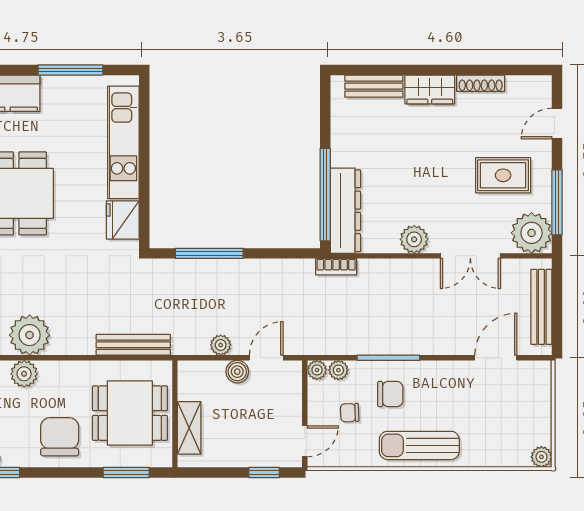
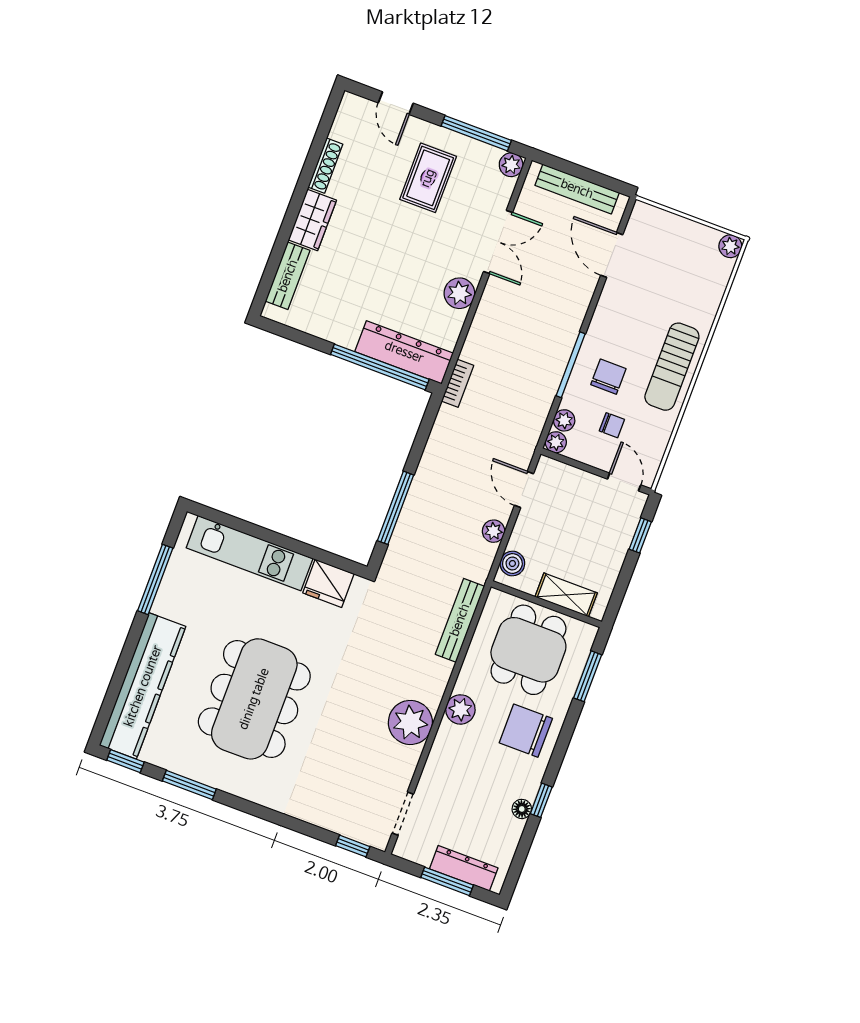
plant: (532, 233) -> (511, 165), width x0.53, depth x0.53
boiler: (237, 372) -> (512, 563), moved
plant: (24, 374) -> (460, 709), moved
chair: (350, 413) -> (612, 425), turned -88

